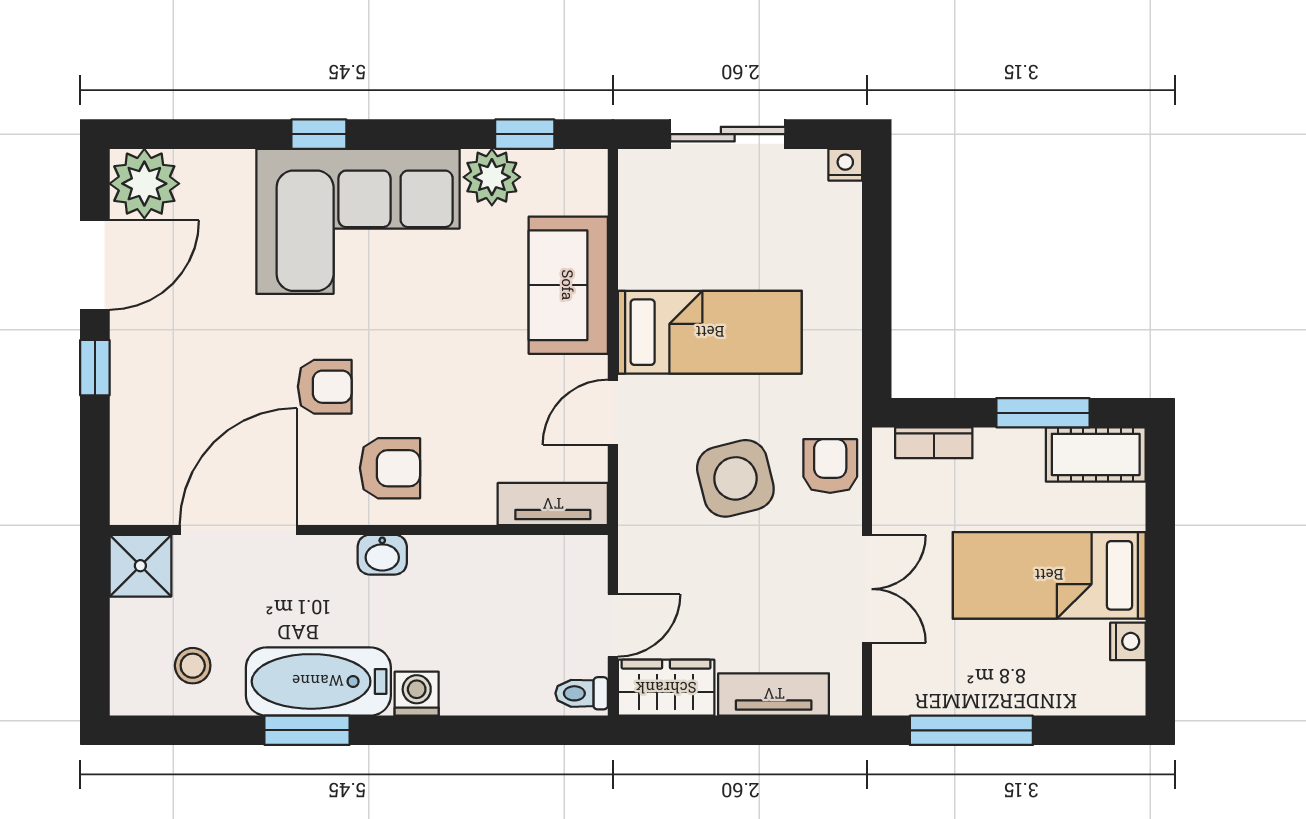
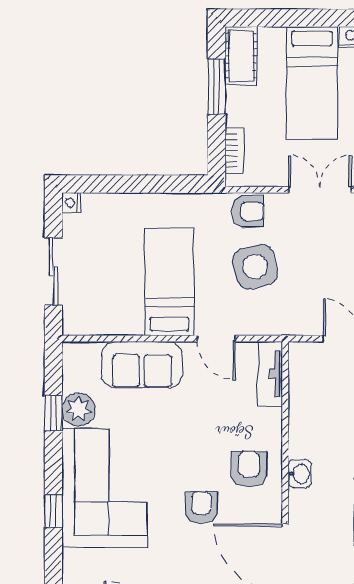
window: (525, 134) -> (53, 413), moved
armchair: (830, 466) -> (248, 211), turned 180

